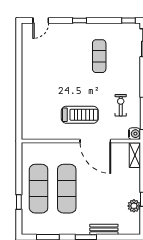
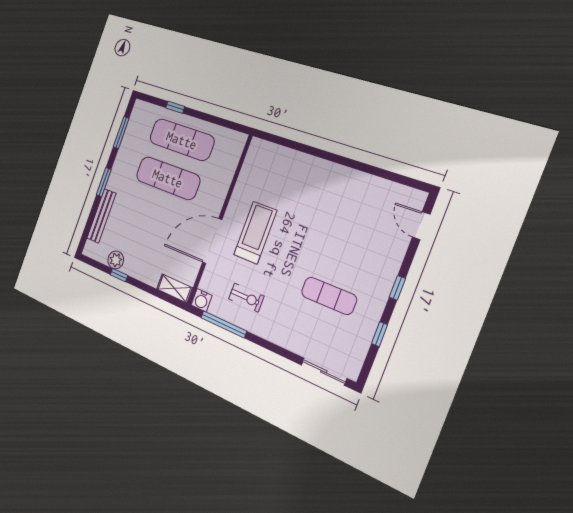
window: (128, 20) -> (379, 334), moved
treadmill: (80, 115) -> (255, 233), turned 180
bench: (104, 229) -> (101, 216), width x1.36

